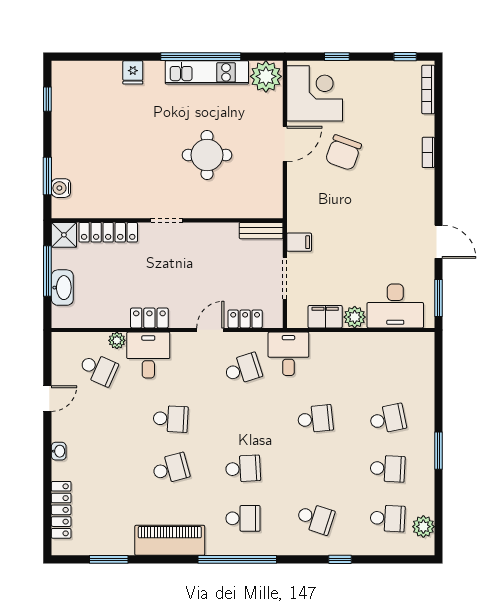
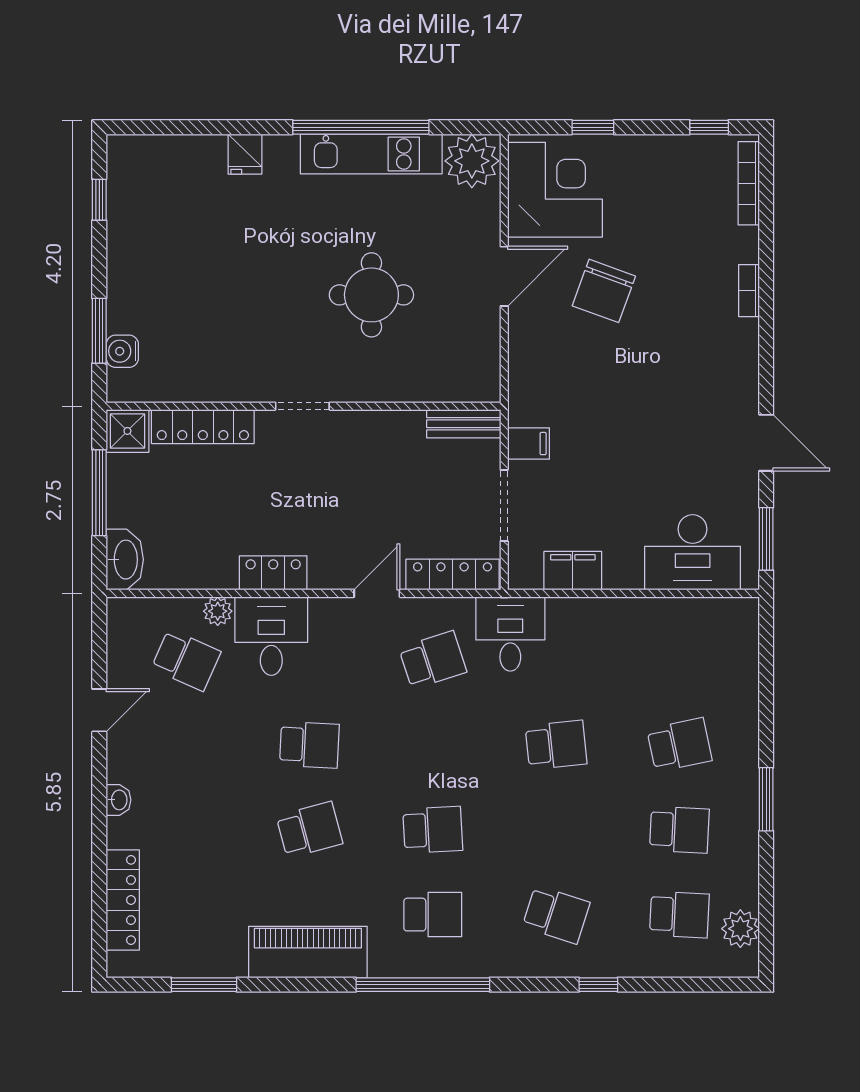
washbasin: (62, 288) -> (125, 560), moved
plant: (355, 317) -> (623, 571), removed
locker: (245, 319) -> (452, 575), width x1.53

